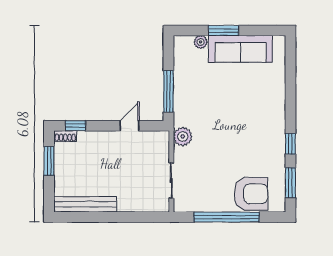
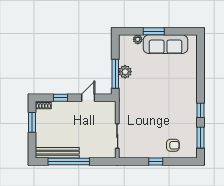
window: (76, 126) -> (61, 98), moved
plant: (183, 136) -> (125, 72), moved
armchair: (251, 194) -> (173, 145), width x0.53, depth x0.53
window: (102, 217) -> (69, 162), added
window: (227, 217) -> (156, 162), width x0.32

